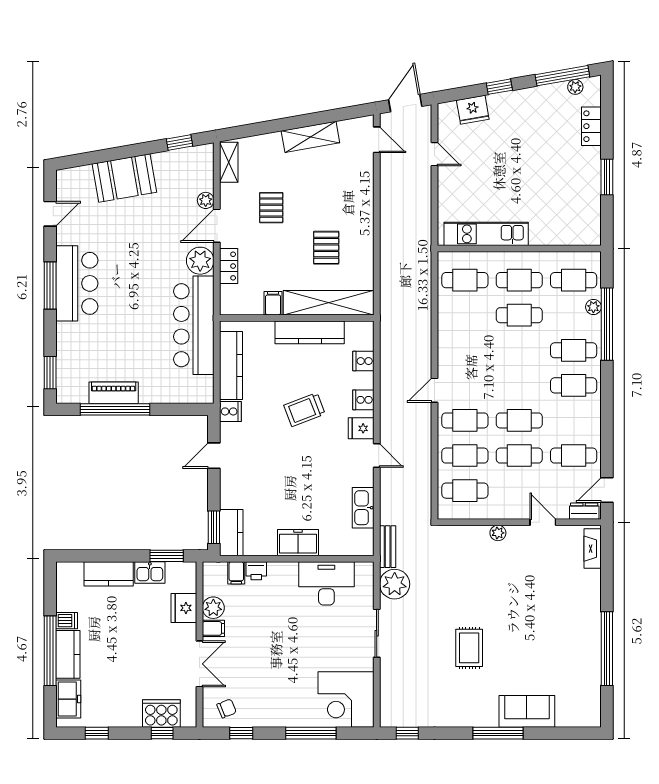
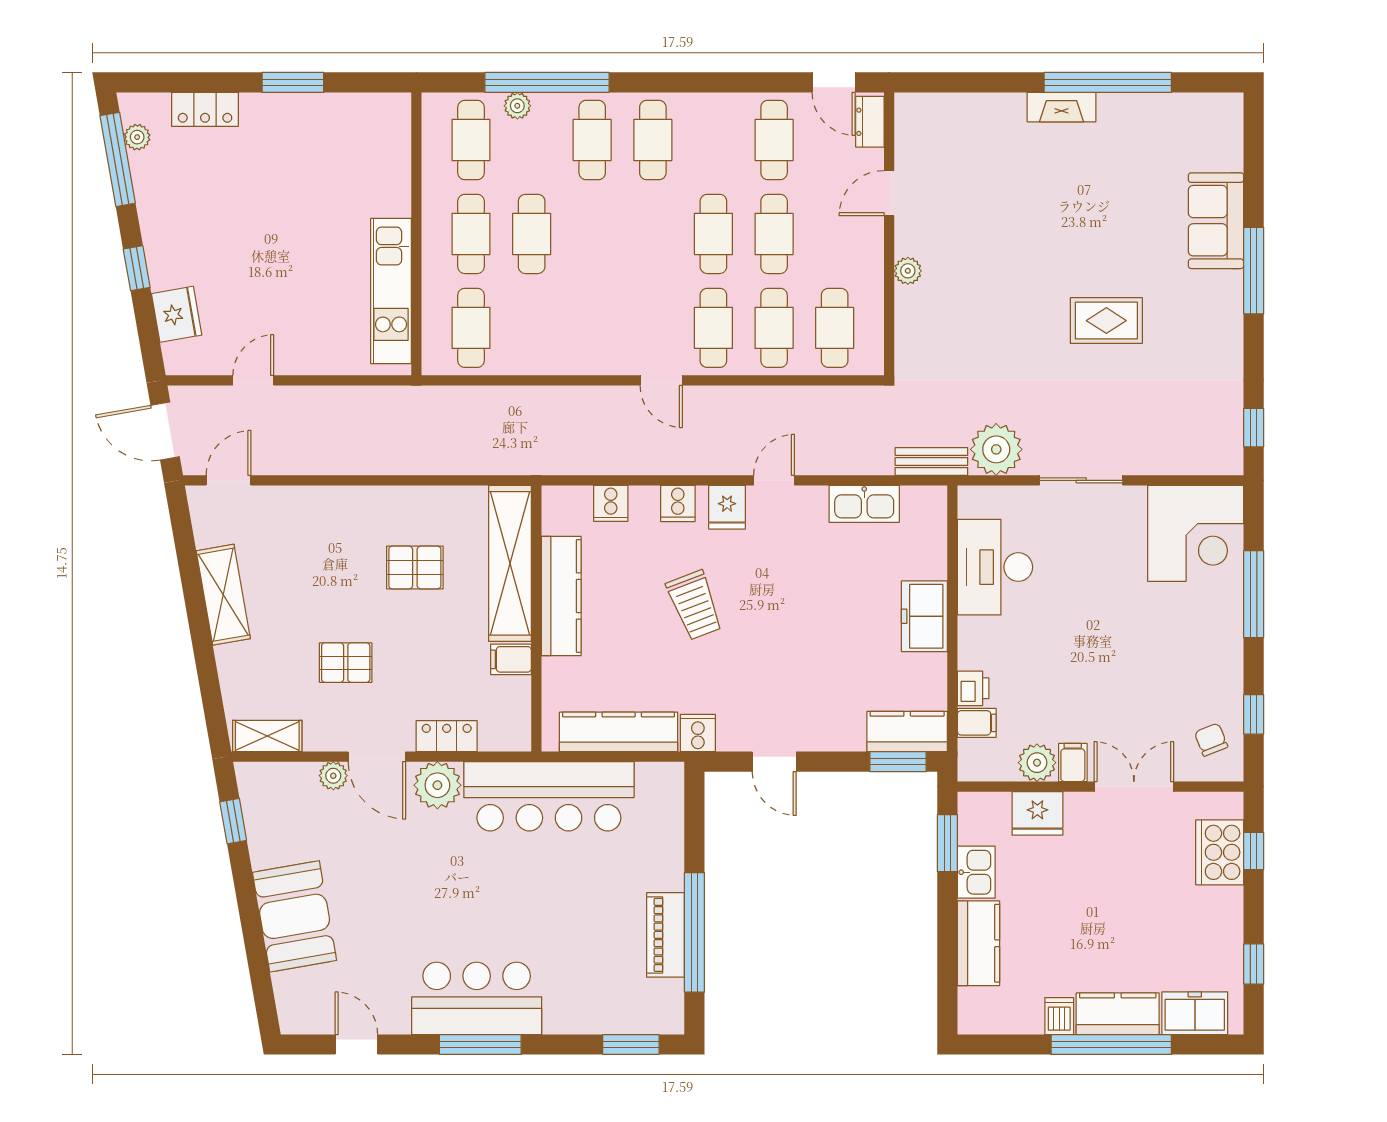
fireplace: (593, 549) -> (1062, 107), moved

